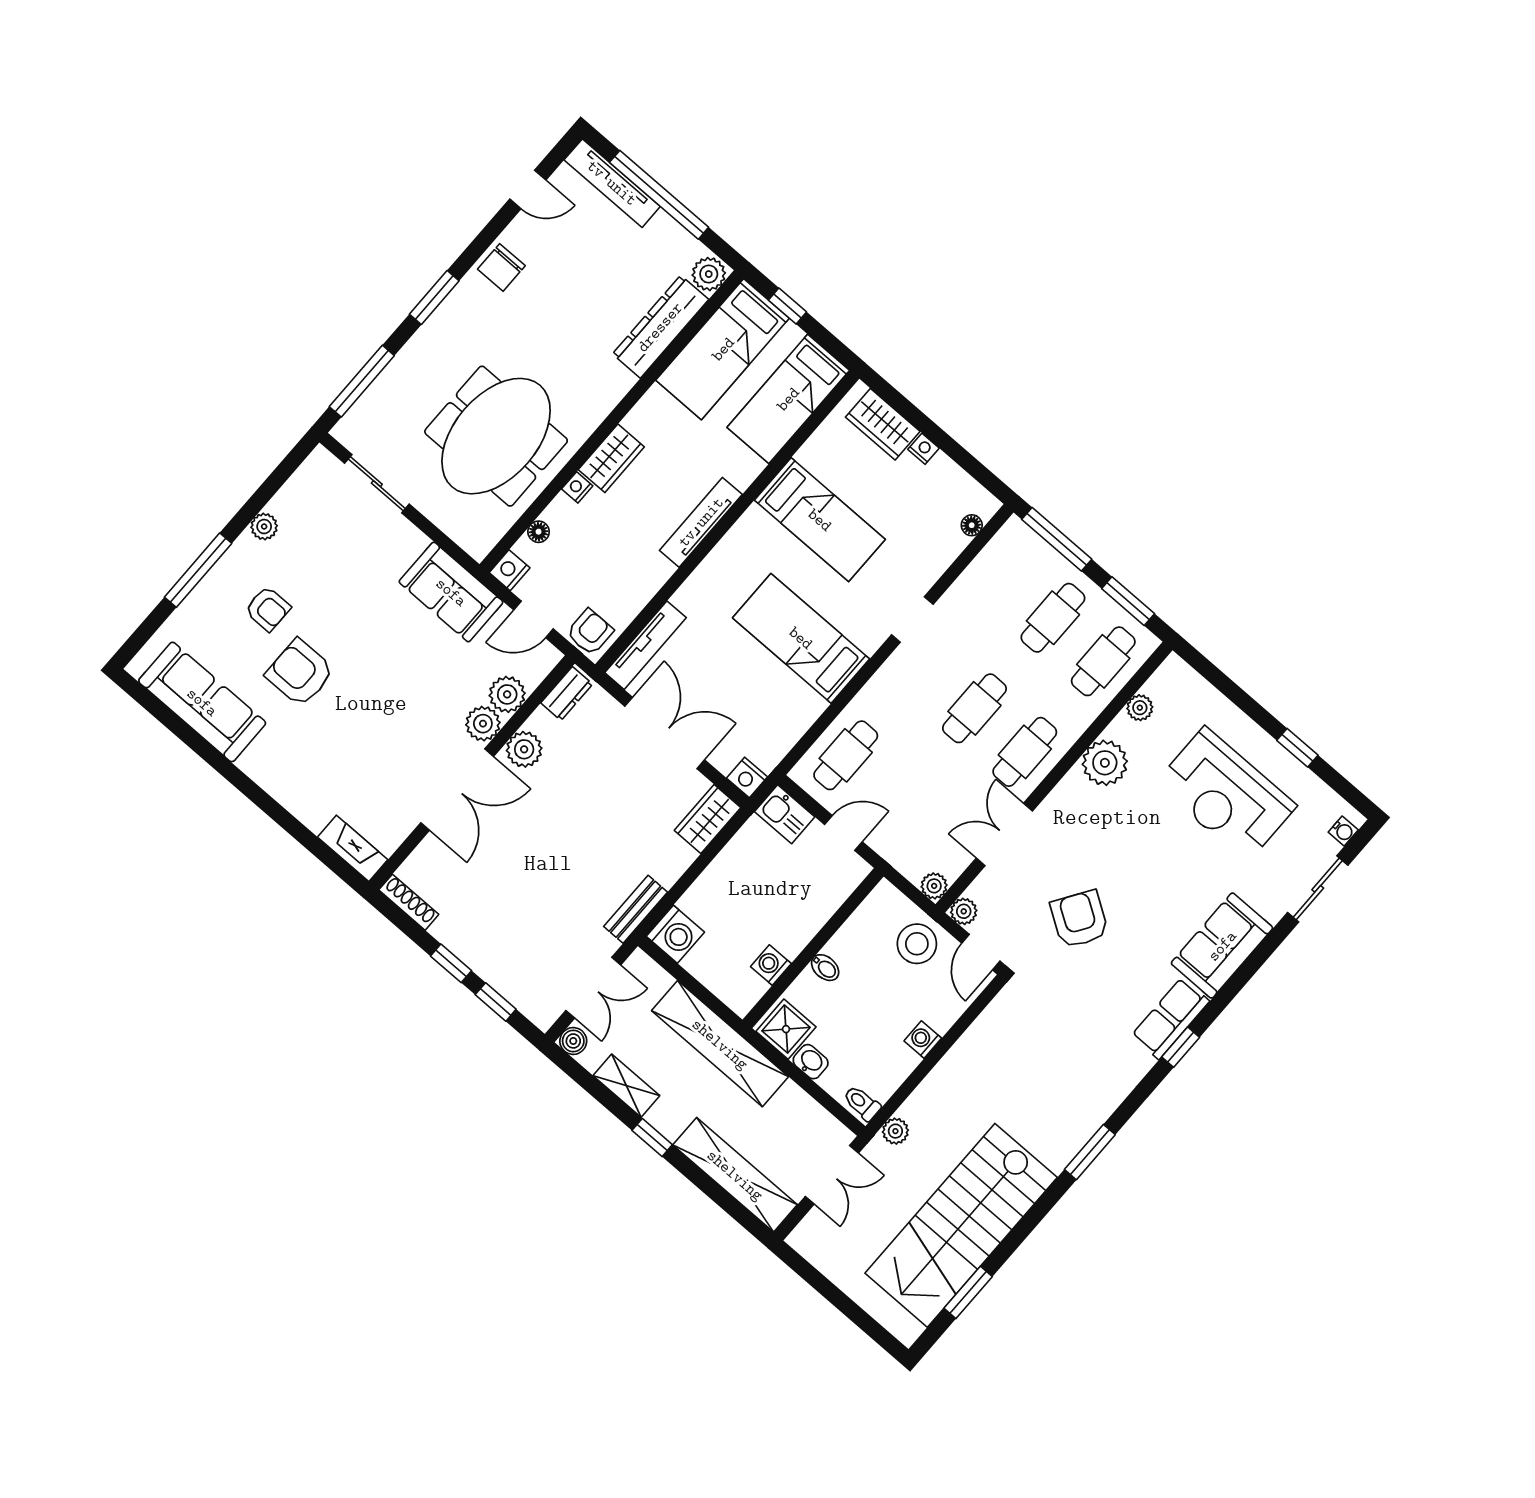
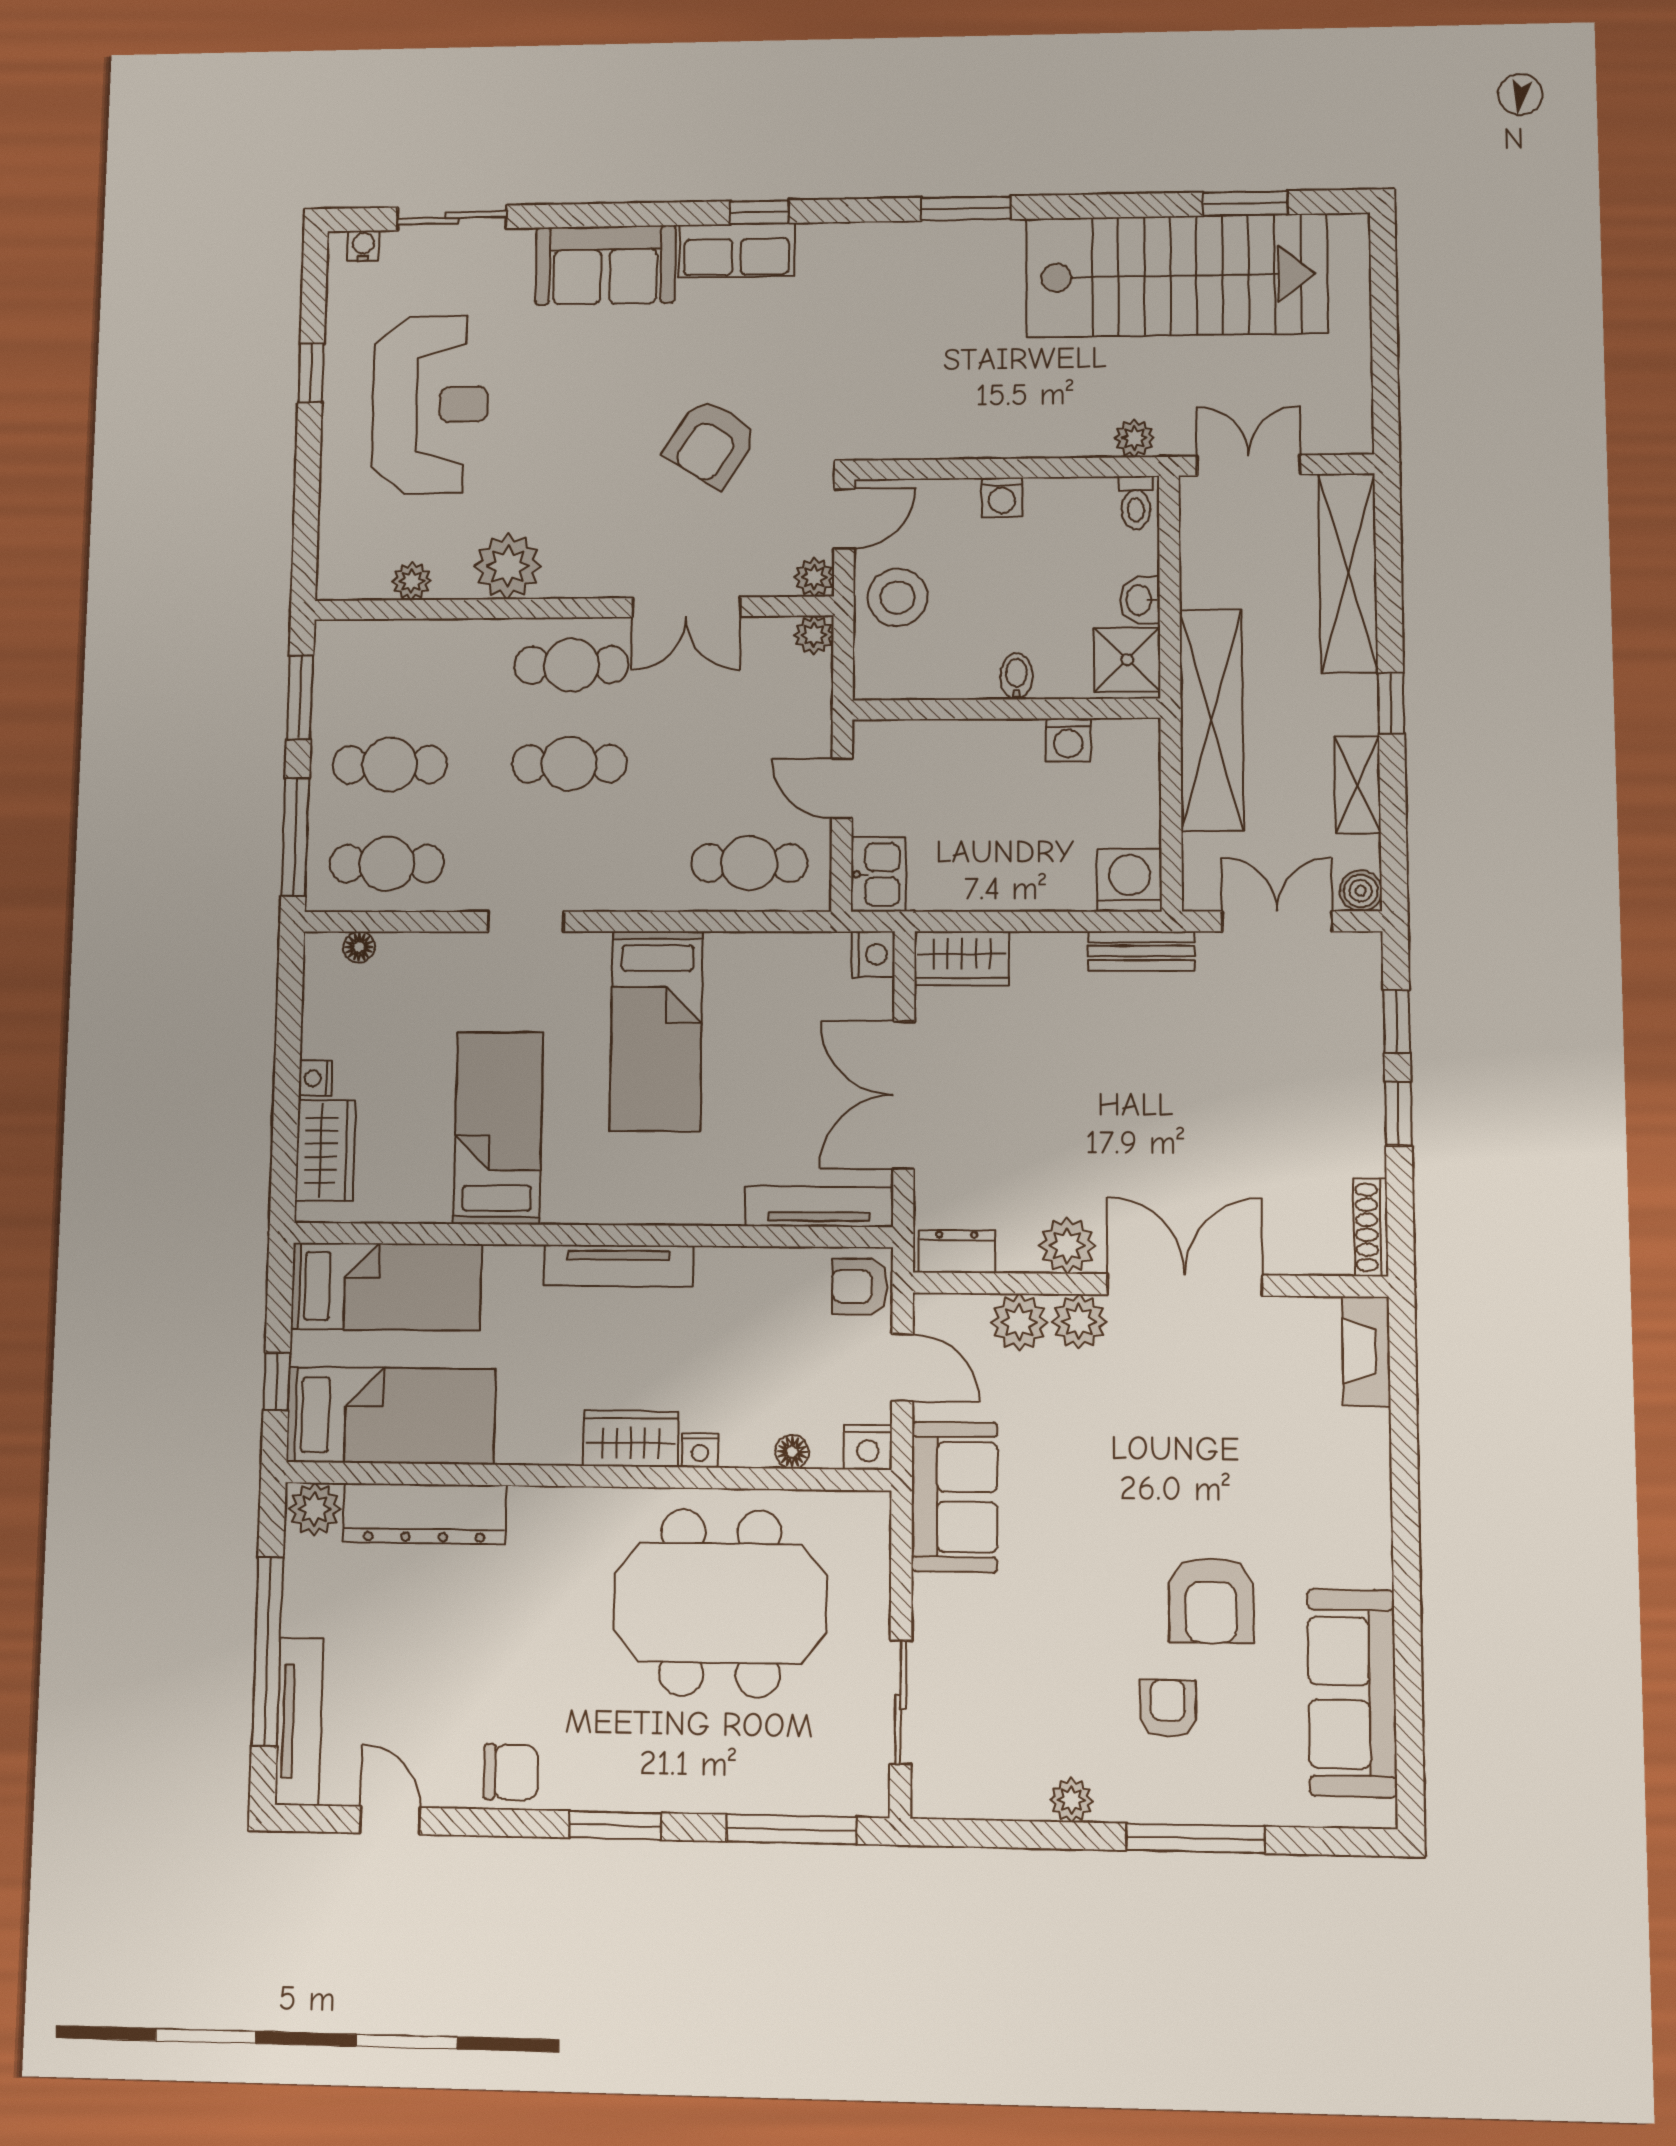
cafe table: (1103, 661) -> (387, 864), moved

